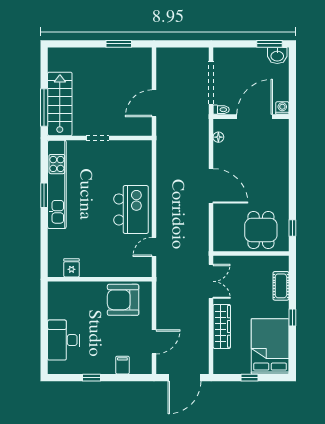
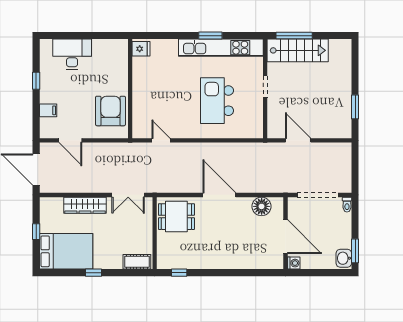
toilet: (221, 110) -> (347, 205), moved
floor lamp: (218, 137) -> (262, 206), width x1.89, depth x1.89
door: (211, 186) -> (219, 195), swing flipped
kitchen island: (131, 209) -> (217, 101), moved, turned 90
dining table: (261, 230) -> (176, 217), moved
fridge: (72, 268) -> (141, 49), moved
cot: (281, 286) -> (137, 262), moved

